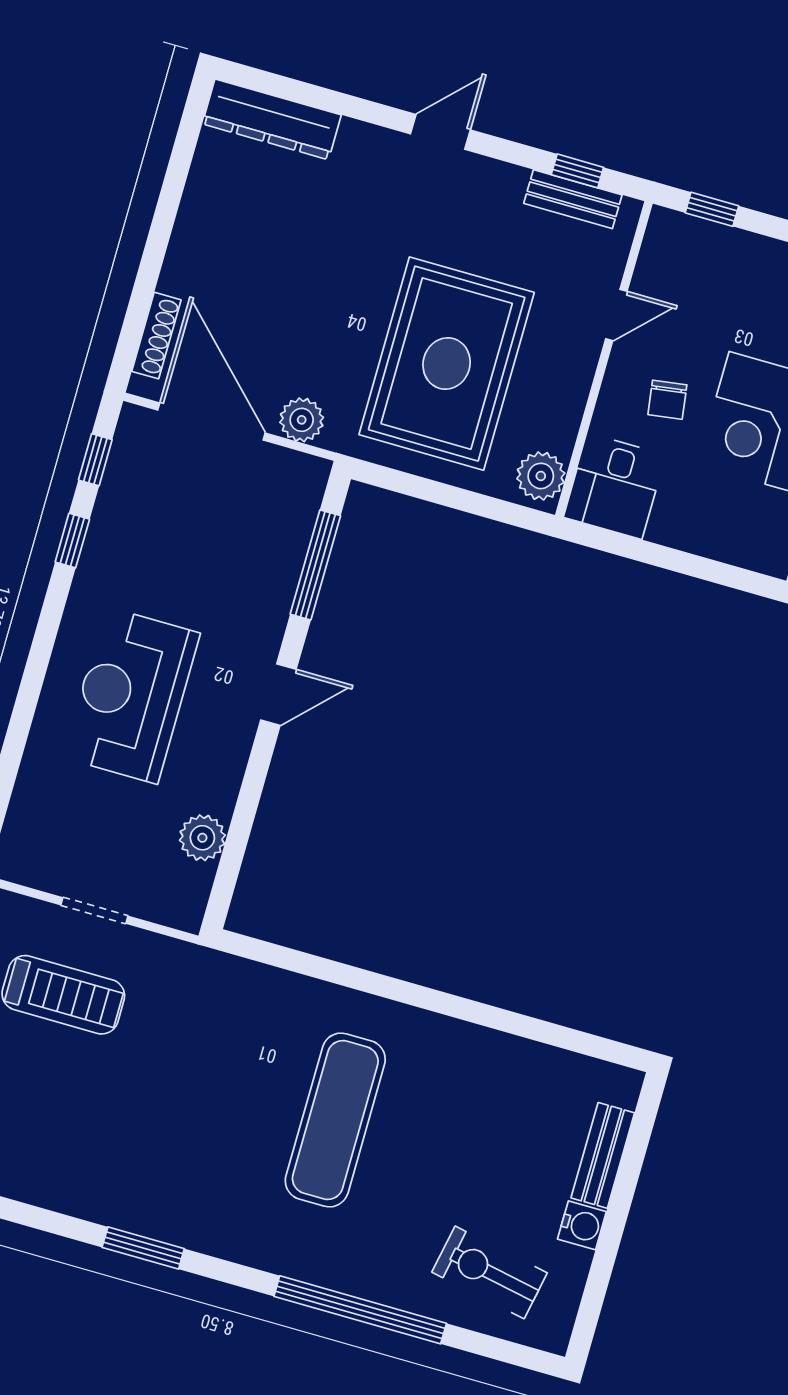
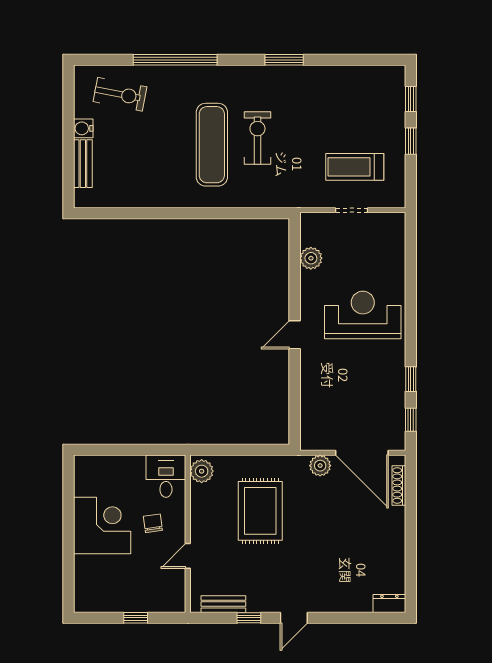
dresser: (272, 119) -> (389, 603), width x0.51, depth x0.80
window: (577, 171) -> (249, 618), moved
window: (712, 209) -> (136, 618), moved
rug: (447, 364) -> (260, 511), width x0.73, depth x0.69
window: (315, 565) -> (295, 400), removed
reception desk: (131, 695) -> (363, 315), turned -90
exercise bike: (241, 1107) -> (257, 138), added

